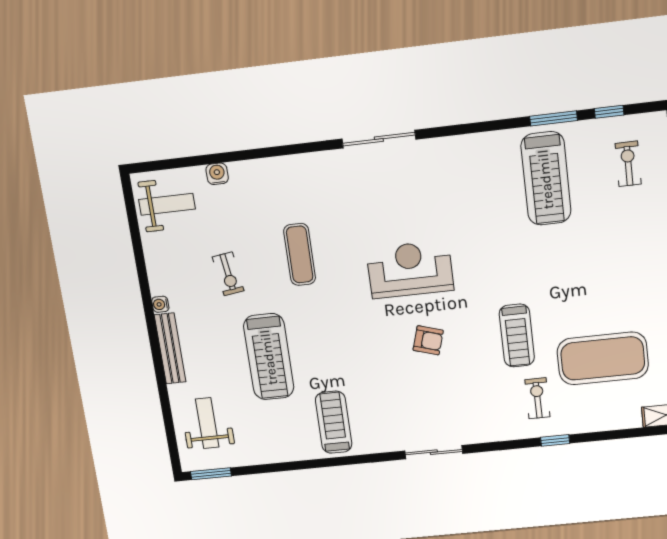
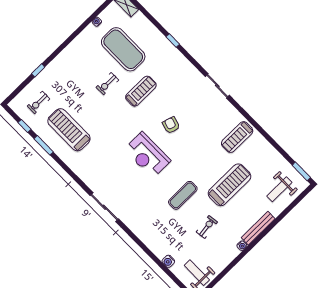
treadmill: (546, 179) -> (69, 130), turned -90
exercise mat: (300, 254) -> (183, 195), moved
exercise bike: (537, 398) -> (107, 84), moved

